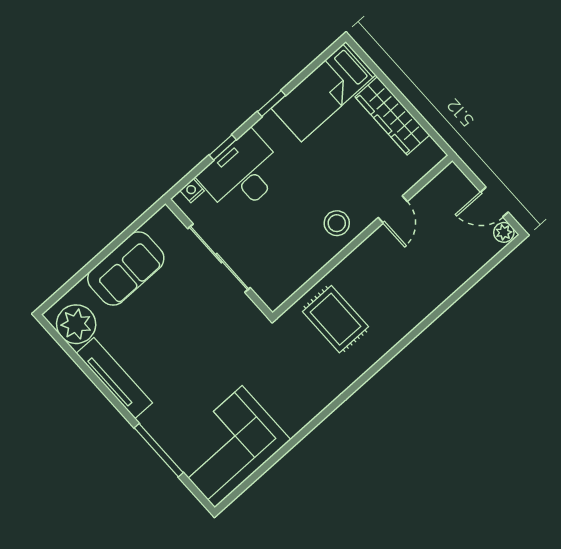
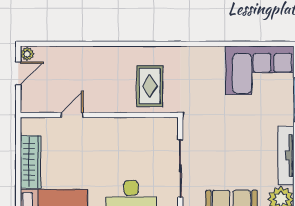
door: (494, 202) -> (18, 73), hinge flipped
stool: (337, 223) -> (106, 133), removed

